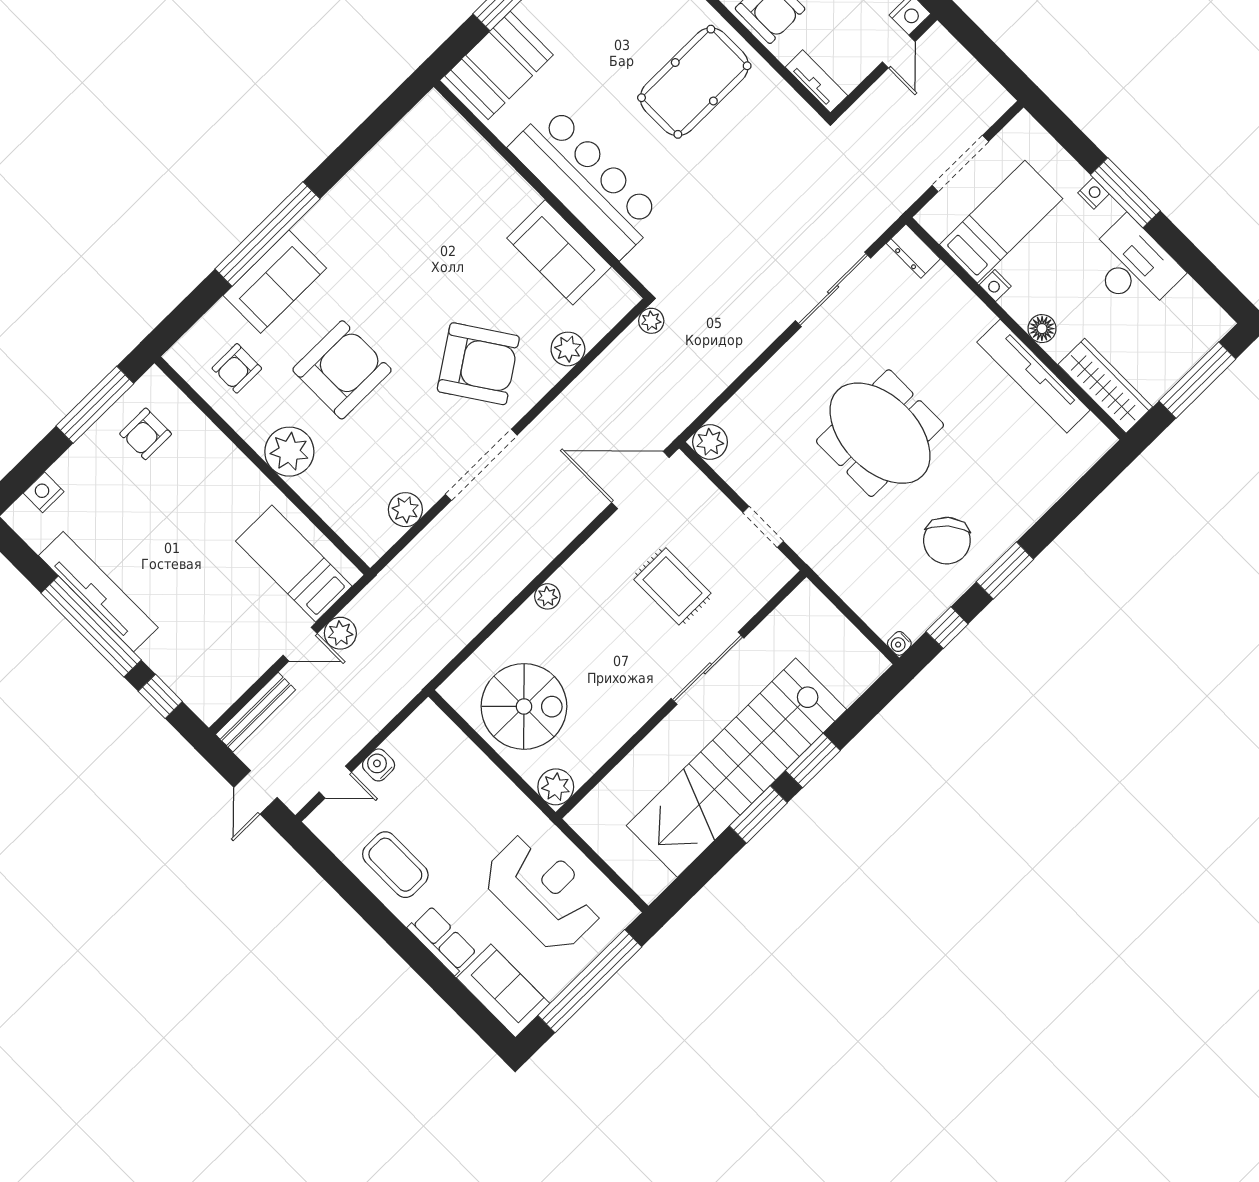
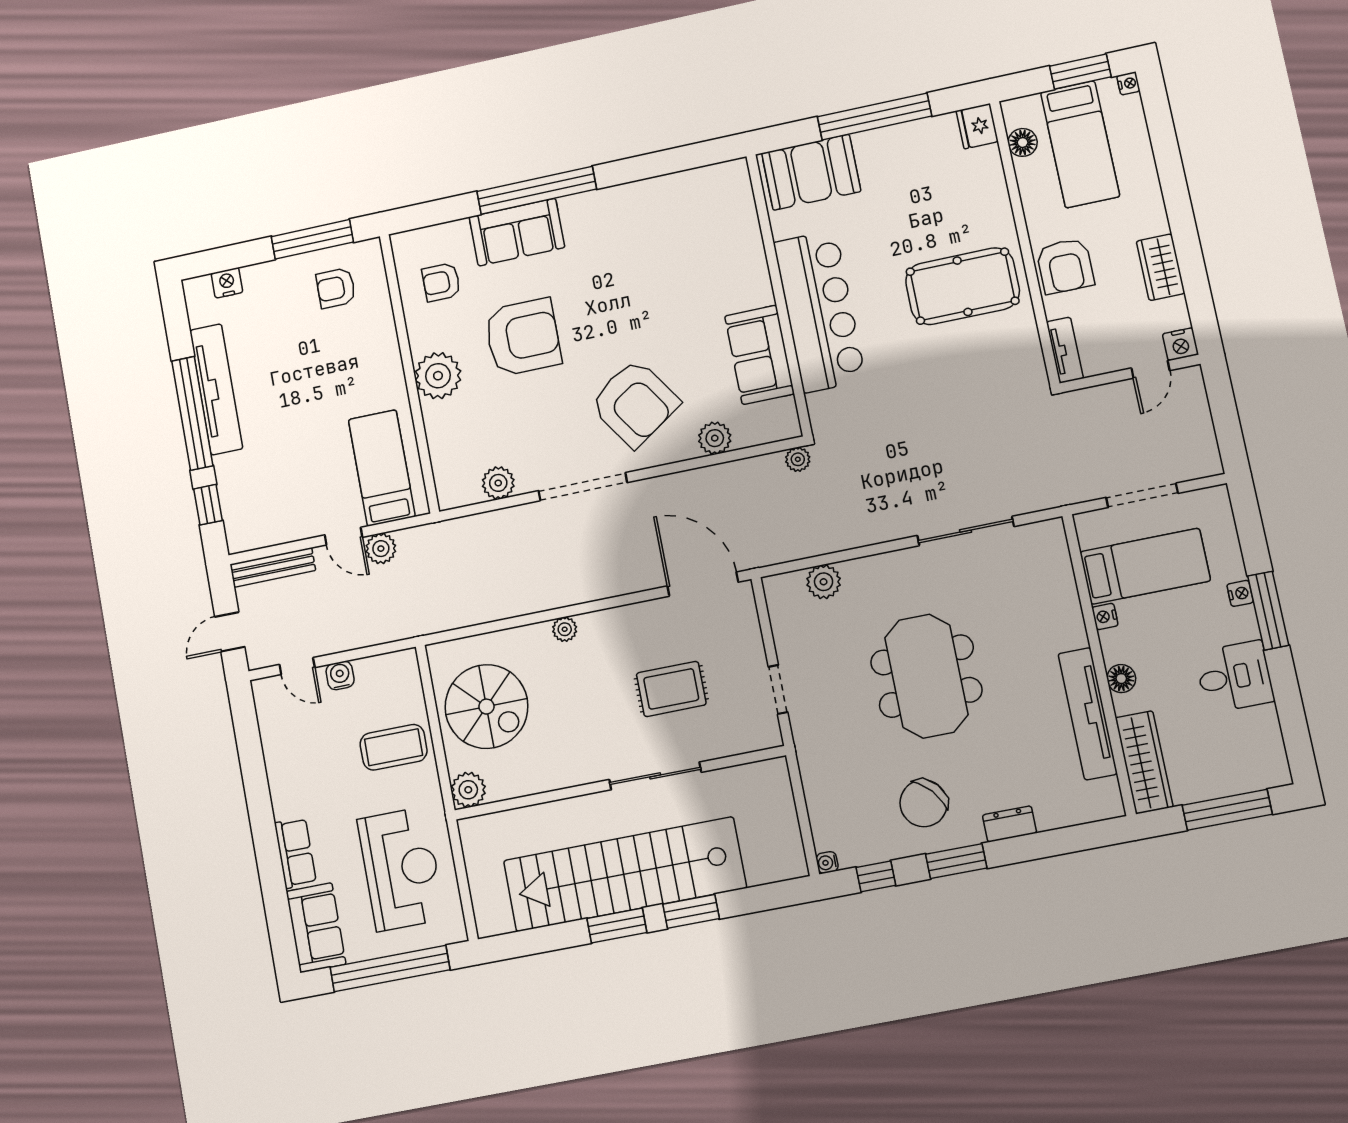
dresser: (913, 251) -> (1009, 824), moved, turned 90
desk: (1133, 266) -> (1234, 677), width x0.73
plant: (710, 442) -> (824, 582), moved
rug: (672, 586) -> (671, 689), turned 90
coffee table: (395, 865) -> (394, 747), moved, turned 90

